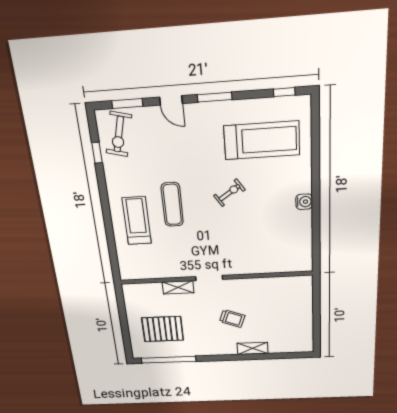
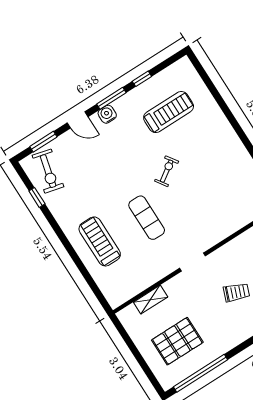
window: (284, 92) -> (142, 79), moved
treadmill: (262, 140) -> (169, 112), width x0.73, depth x0.73
water cooler: (304, 202) -> (107, 114), moved, turned -90
exercise mat: (172, 204) -> (147, 218), moved
shelving: (178, 287) -> (151, 300), moved

